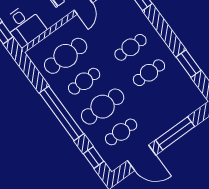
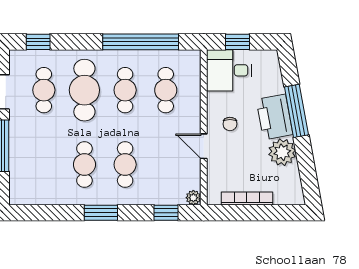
cafe table: (66, 56) -> (166, 90), width x0.73, depth x0.74
window: (189, 64) -> (101, 213), moved
window: (61, 113) -> (141, 42), moved

